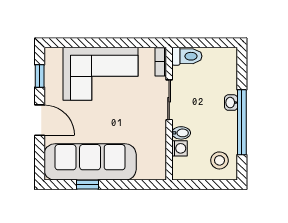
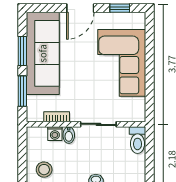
bookcase: (161, 62) -> (57, 117), moved
window: (87, 185) -> (22, 51), width x1.50
window: (132, 185) -> (22, 91), added

